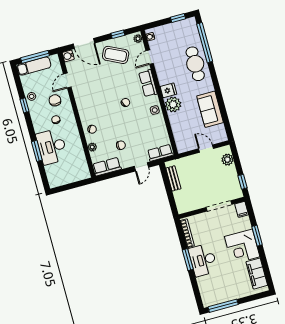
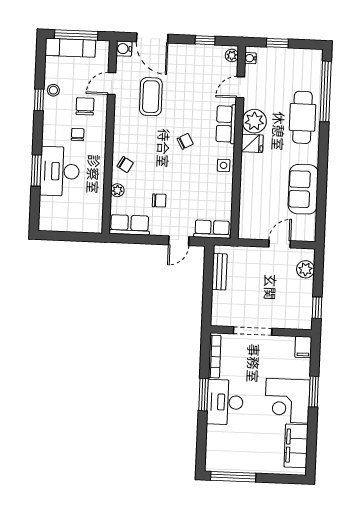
window: (178, 18) -> (277, 43), moved
coffee table: (116, 55) -> (151, 97), moved, turned 64
plant: (173, 104) -> (254, 121), moved
door: (206, 149) -> (280, 244), hinge flipped
doorway: (219, 206) -> (253, 331), moved

